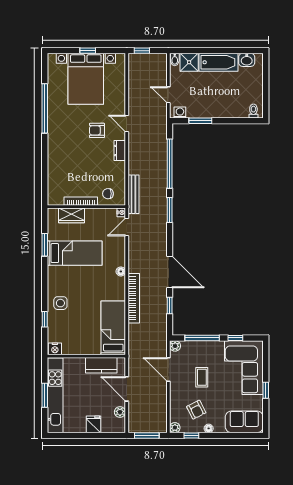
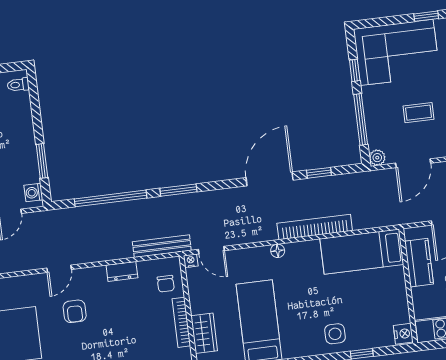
dresser: (120, 151) -> (122, 271), moved

